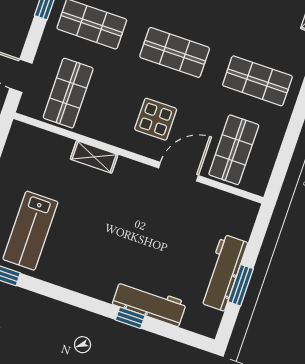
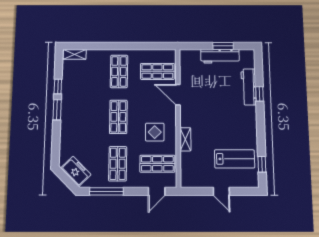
display table: (156, 119) -> (155, 132), moved

